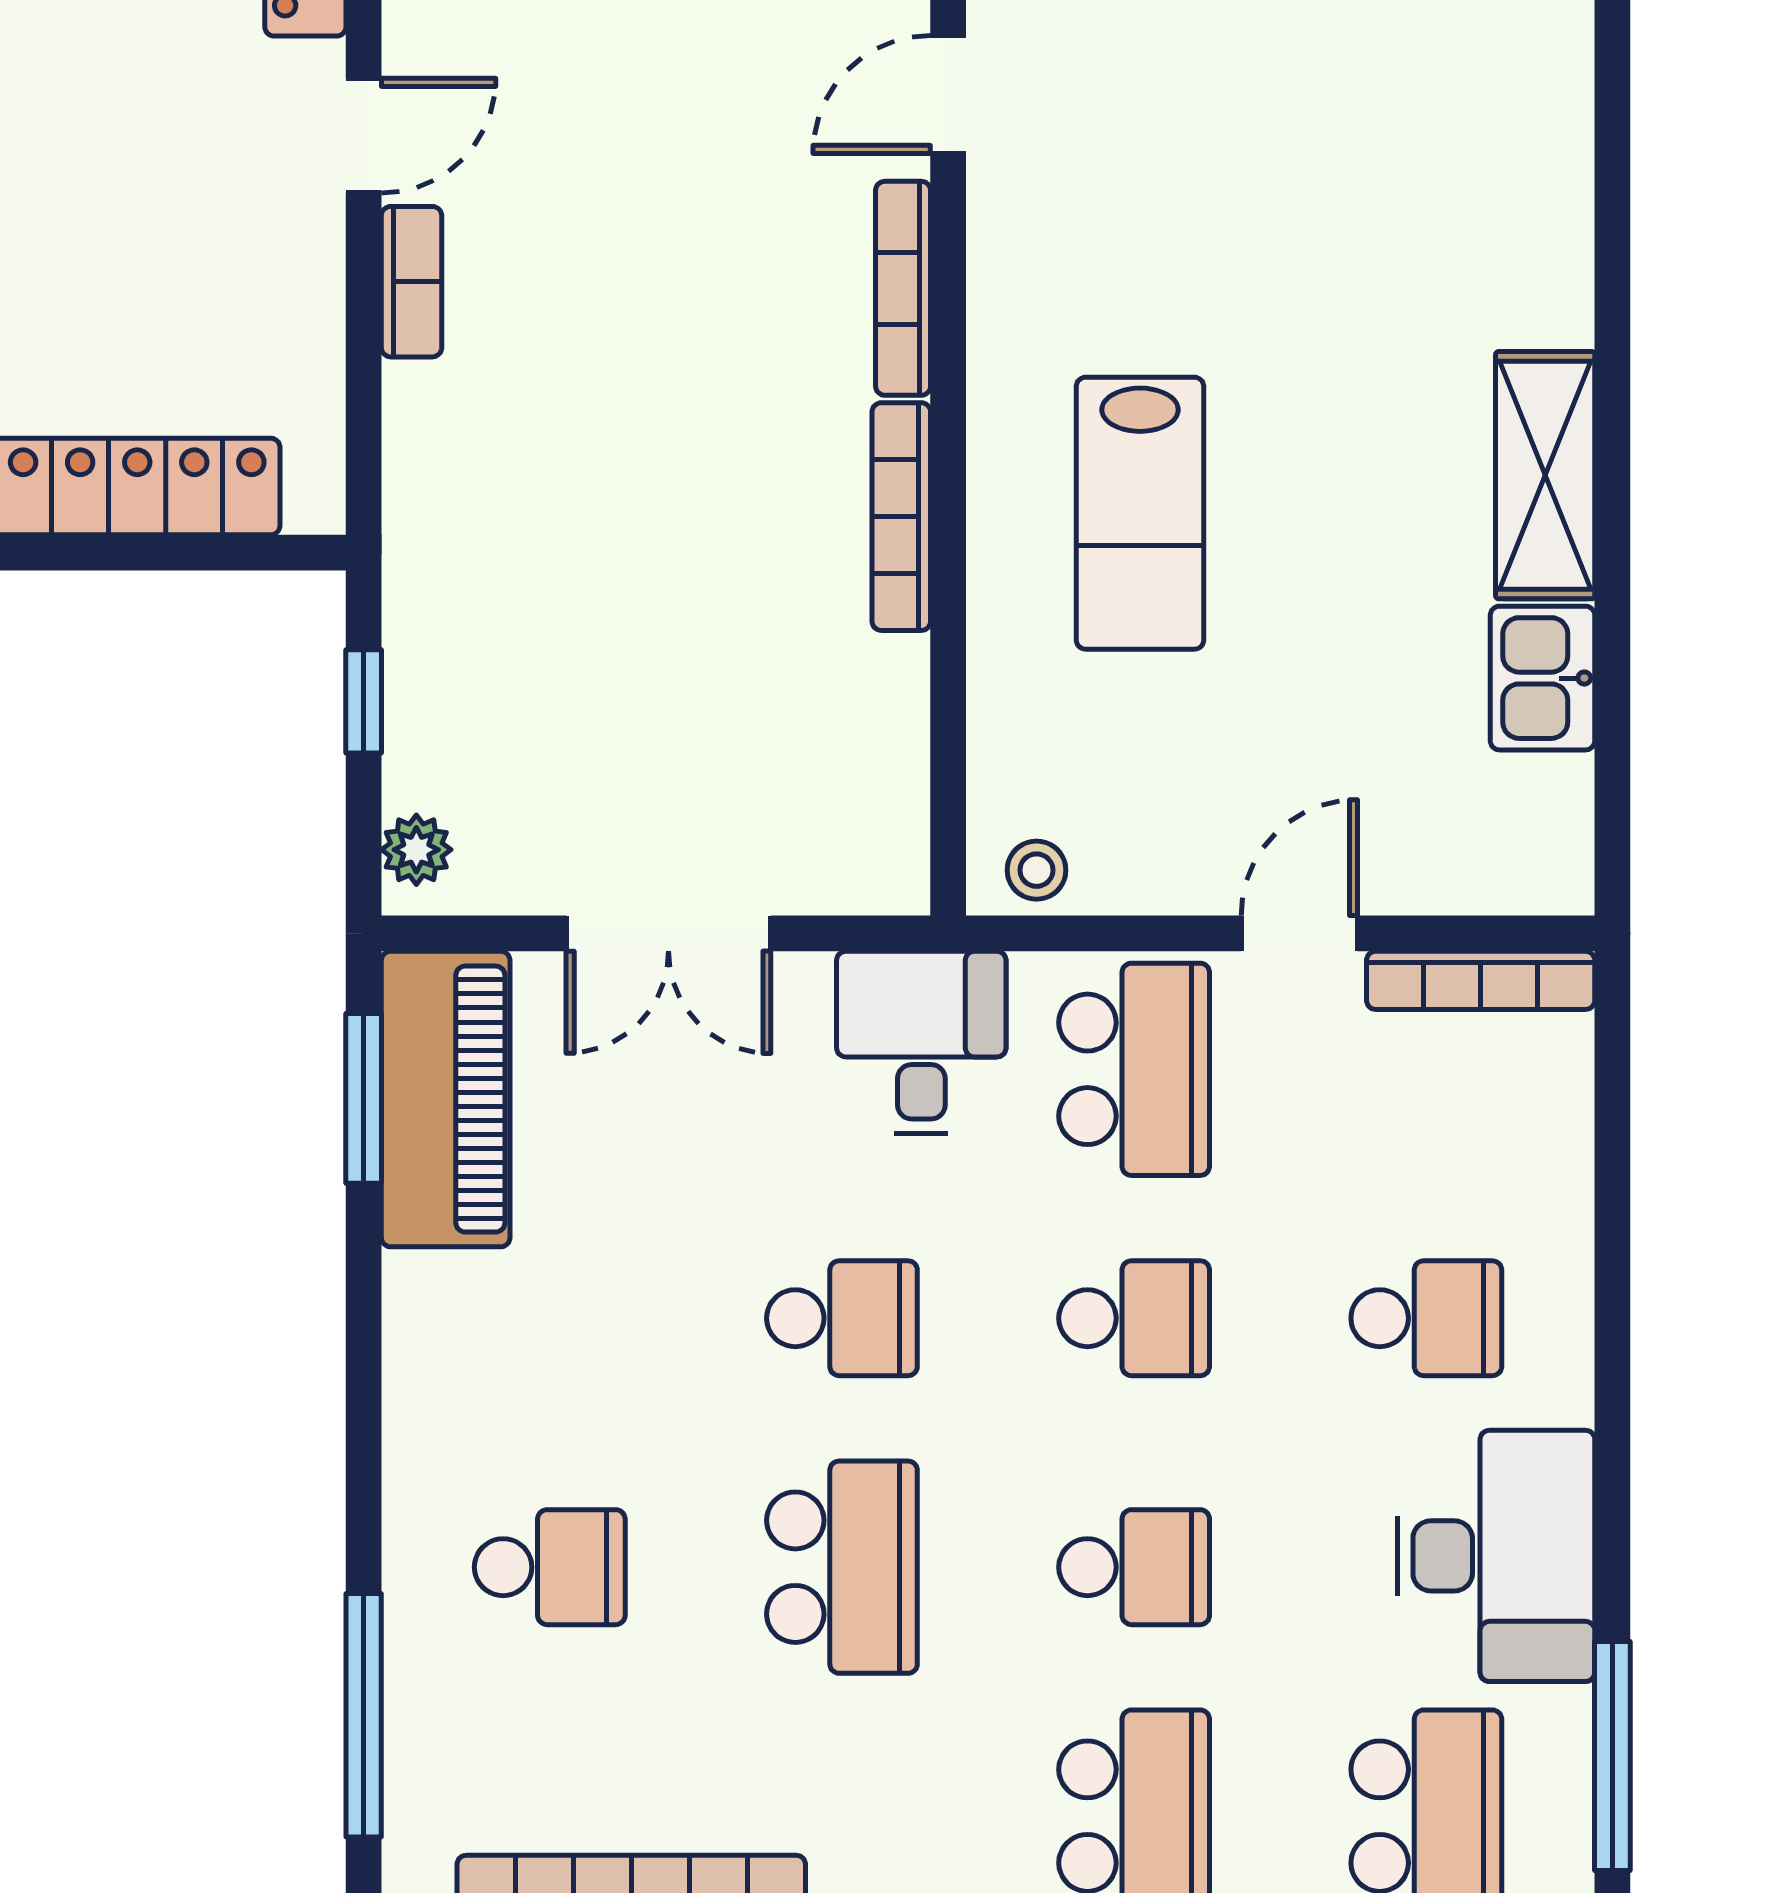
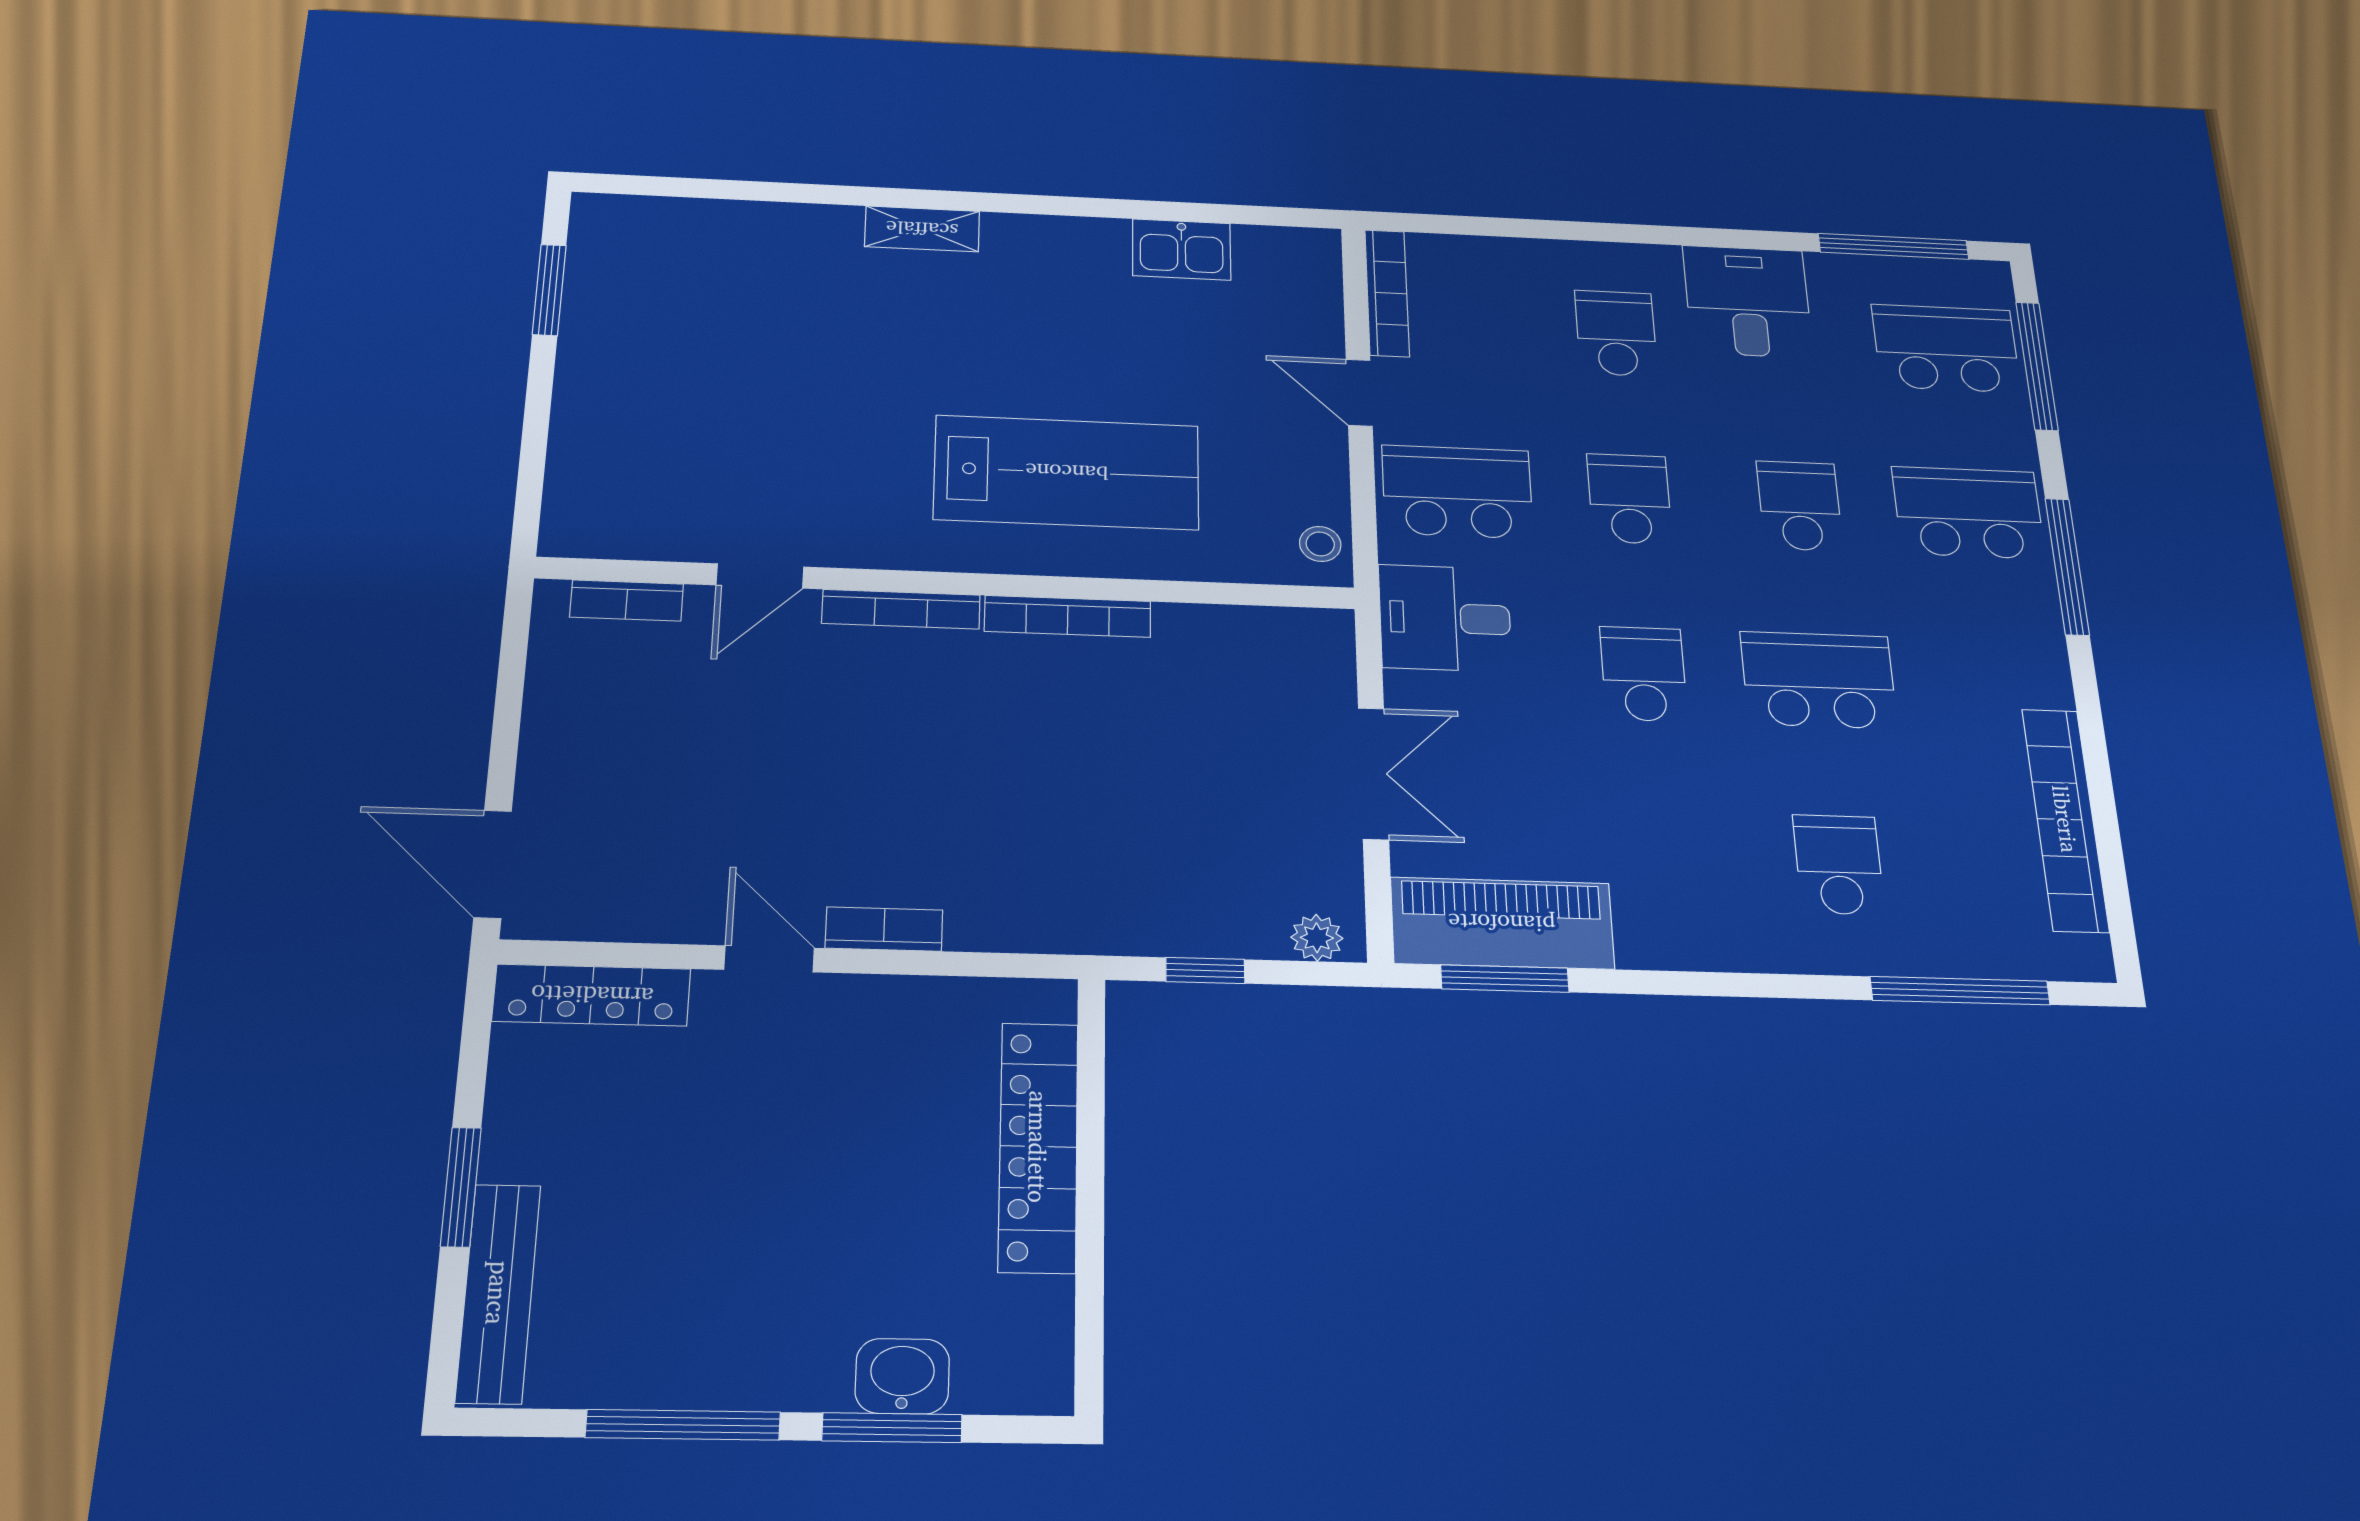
door: (948, 94) -> (760, 576), hinge flipped
shelving: (1545, 475) -> (922, 229), moved, width x0.67, depth x0.75
lab bench: (1140, 513) -> (1067, 472), width x1.36, depth x1.39
desk: (1496, 1556) -> (1748, 301), width x0.73

